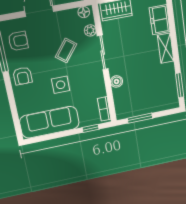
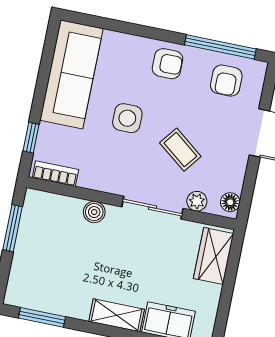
armchair: (23, 76) -> (167, 64), turned 180

